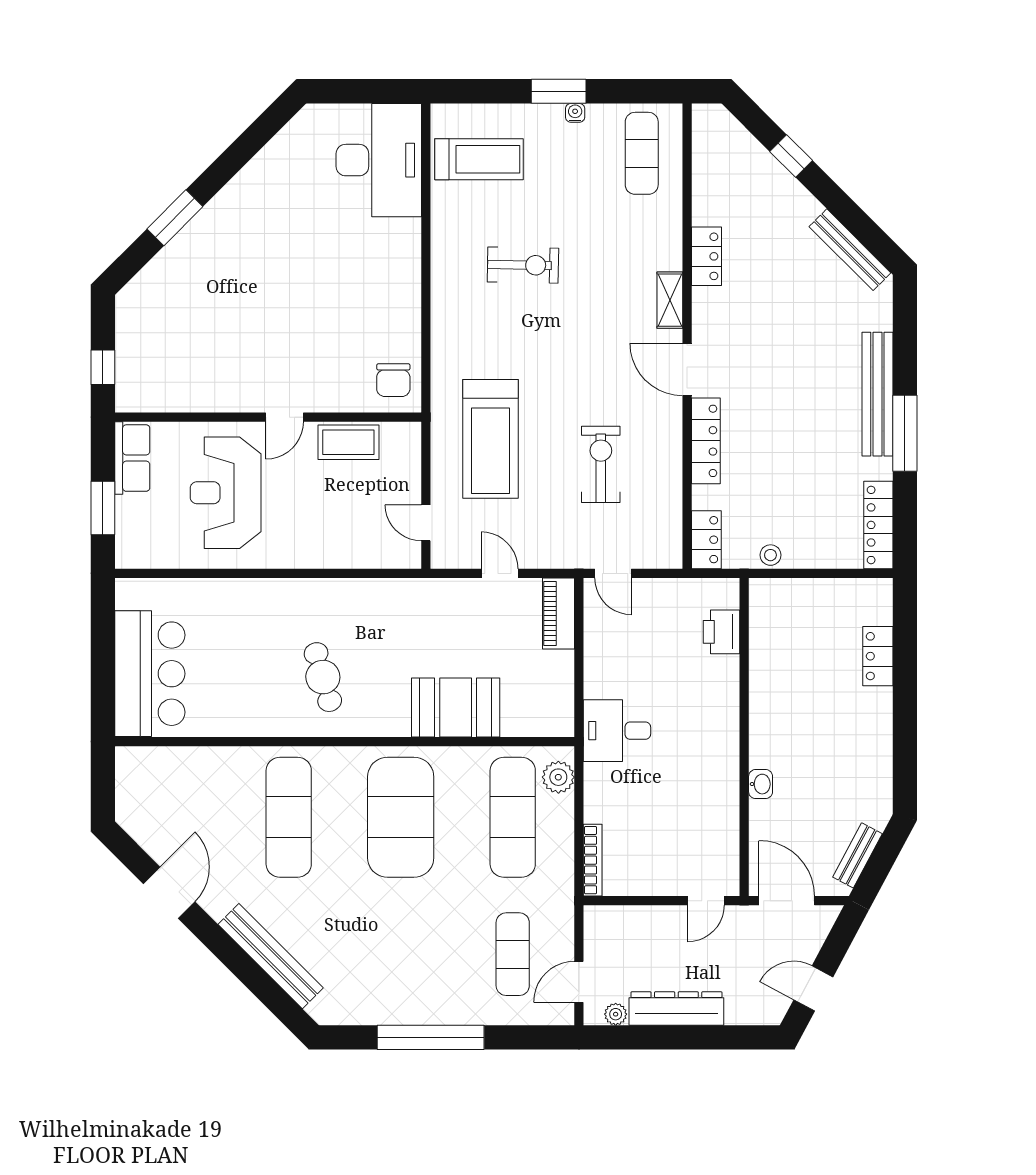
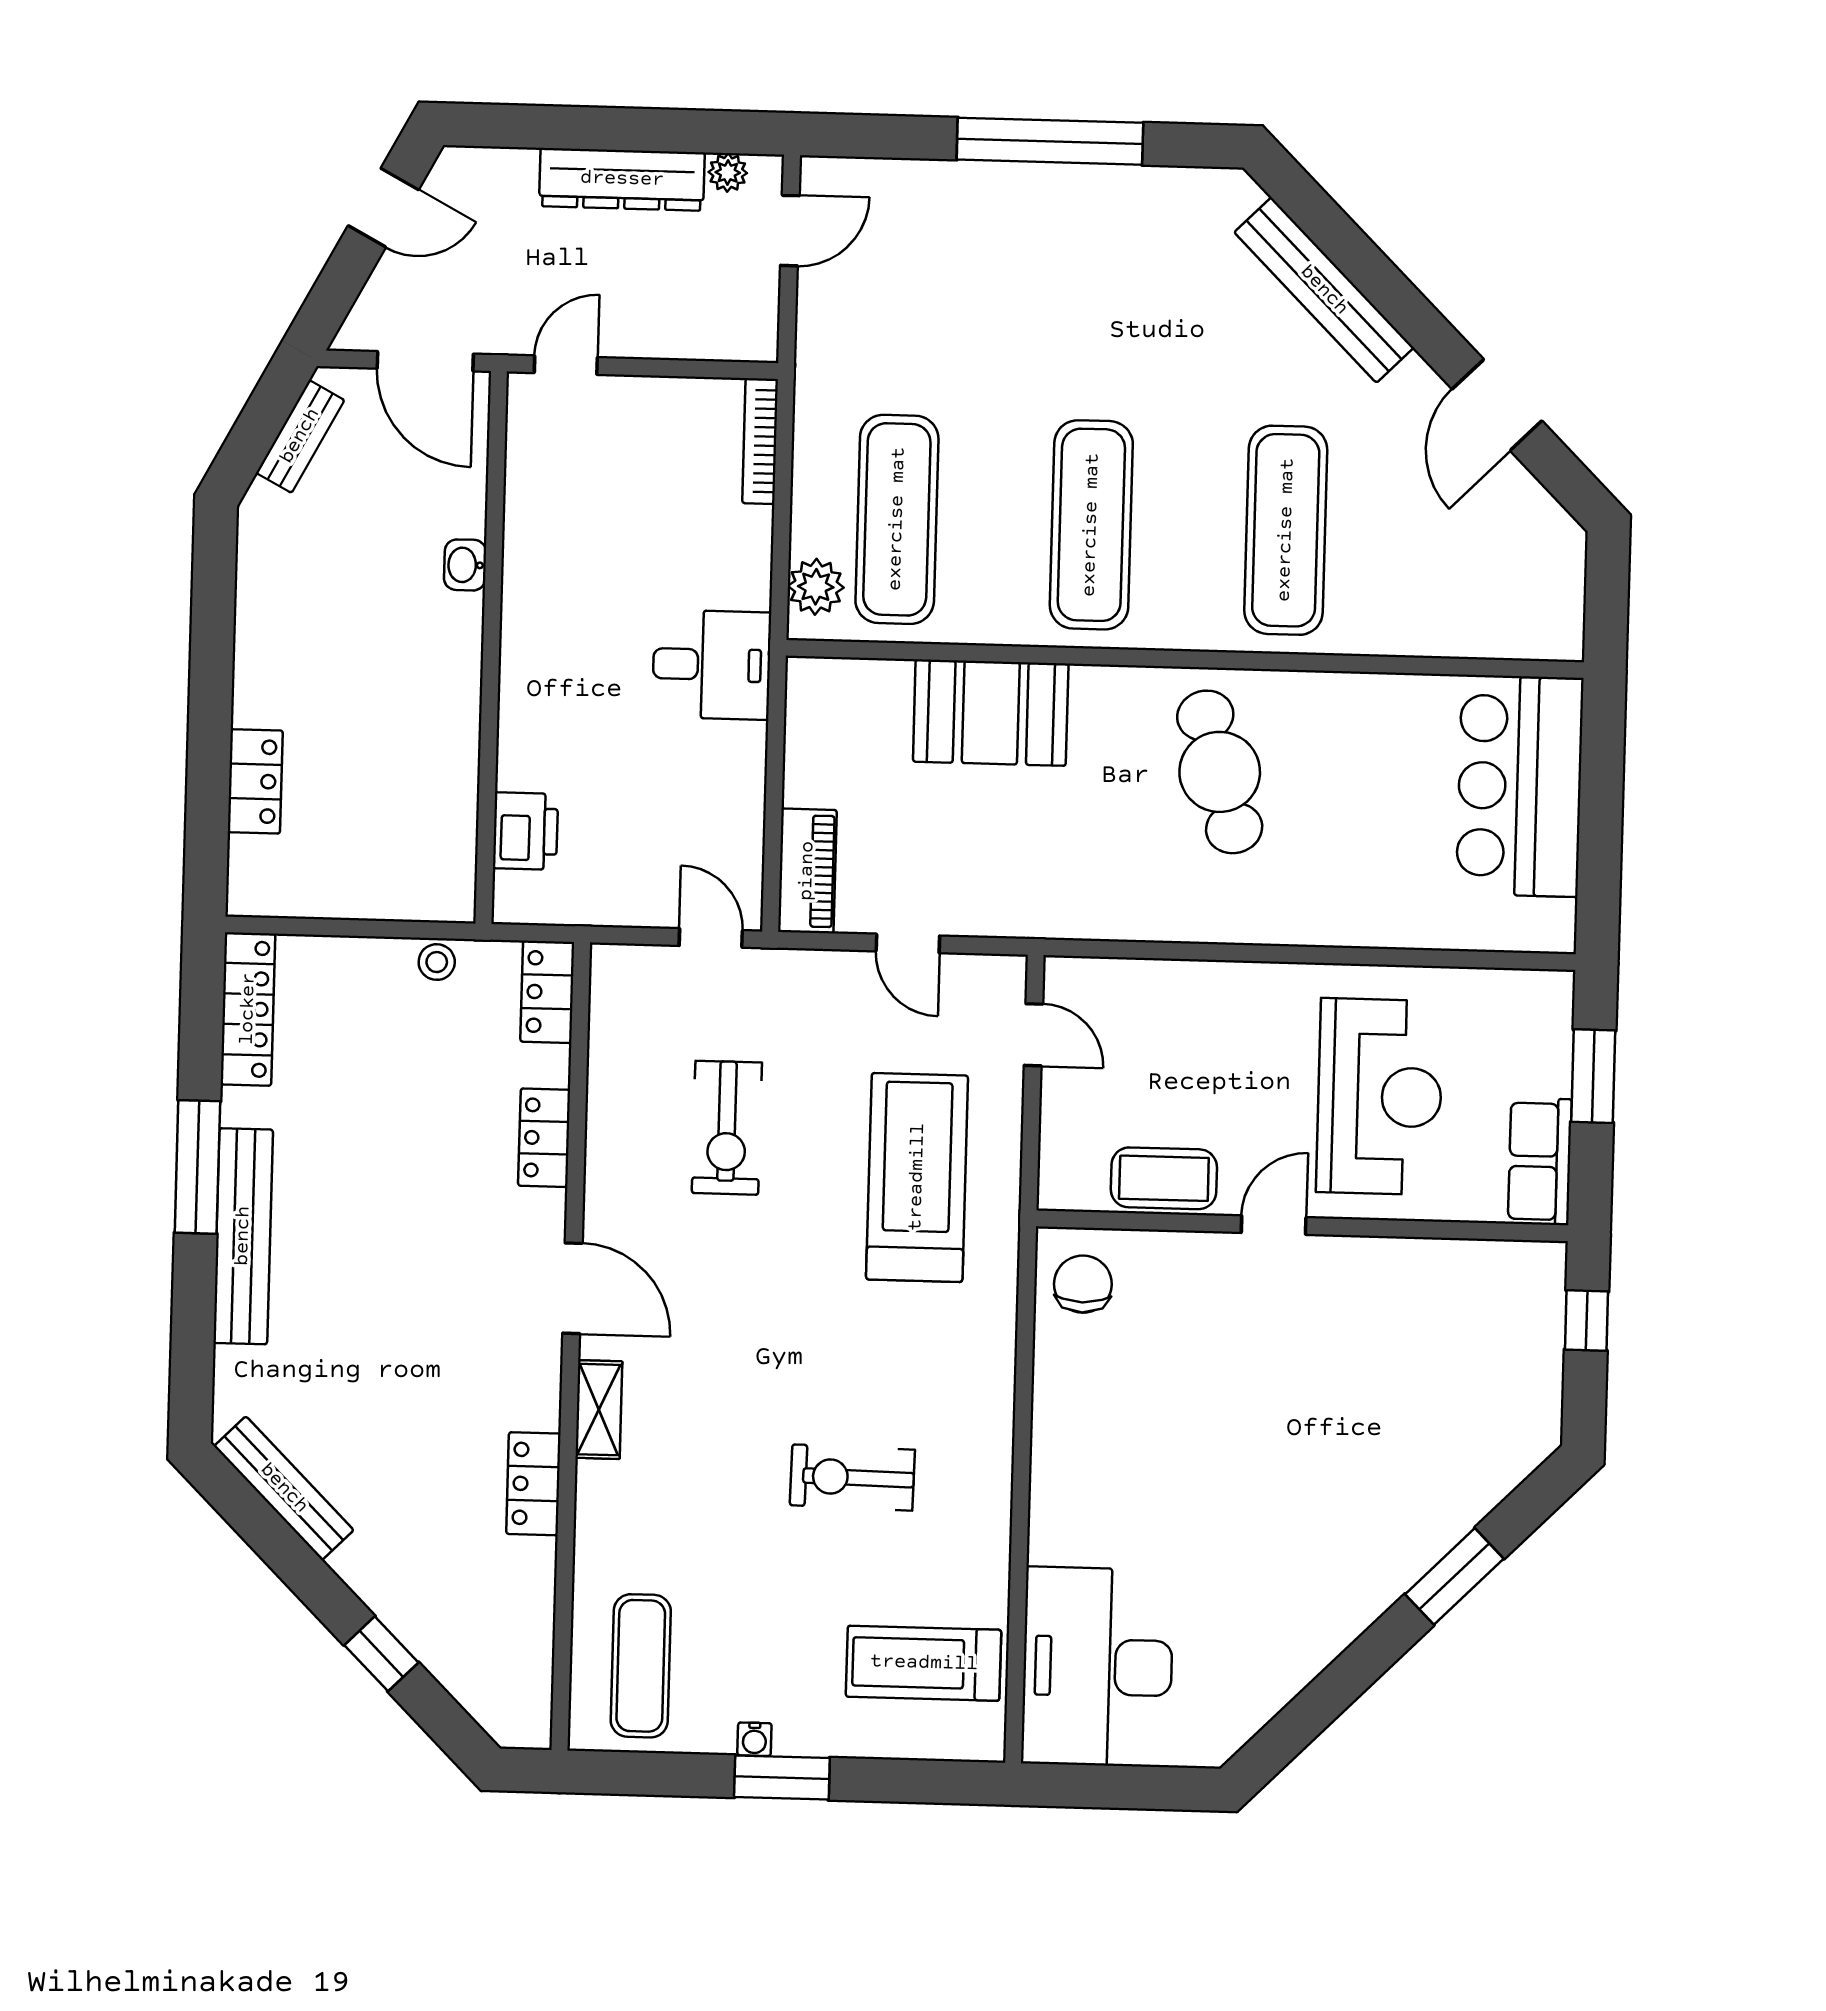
locker: (706, 441) -> (544, 1138), width x0.66
cafe table: (323, 677) -> (1220, 772), width x1.37, depth x1.35
exercise mat: (401, 817) -> (1091, 525), width x0.68
exercise mat: (513, 954) -> (904, 282), removed

